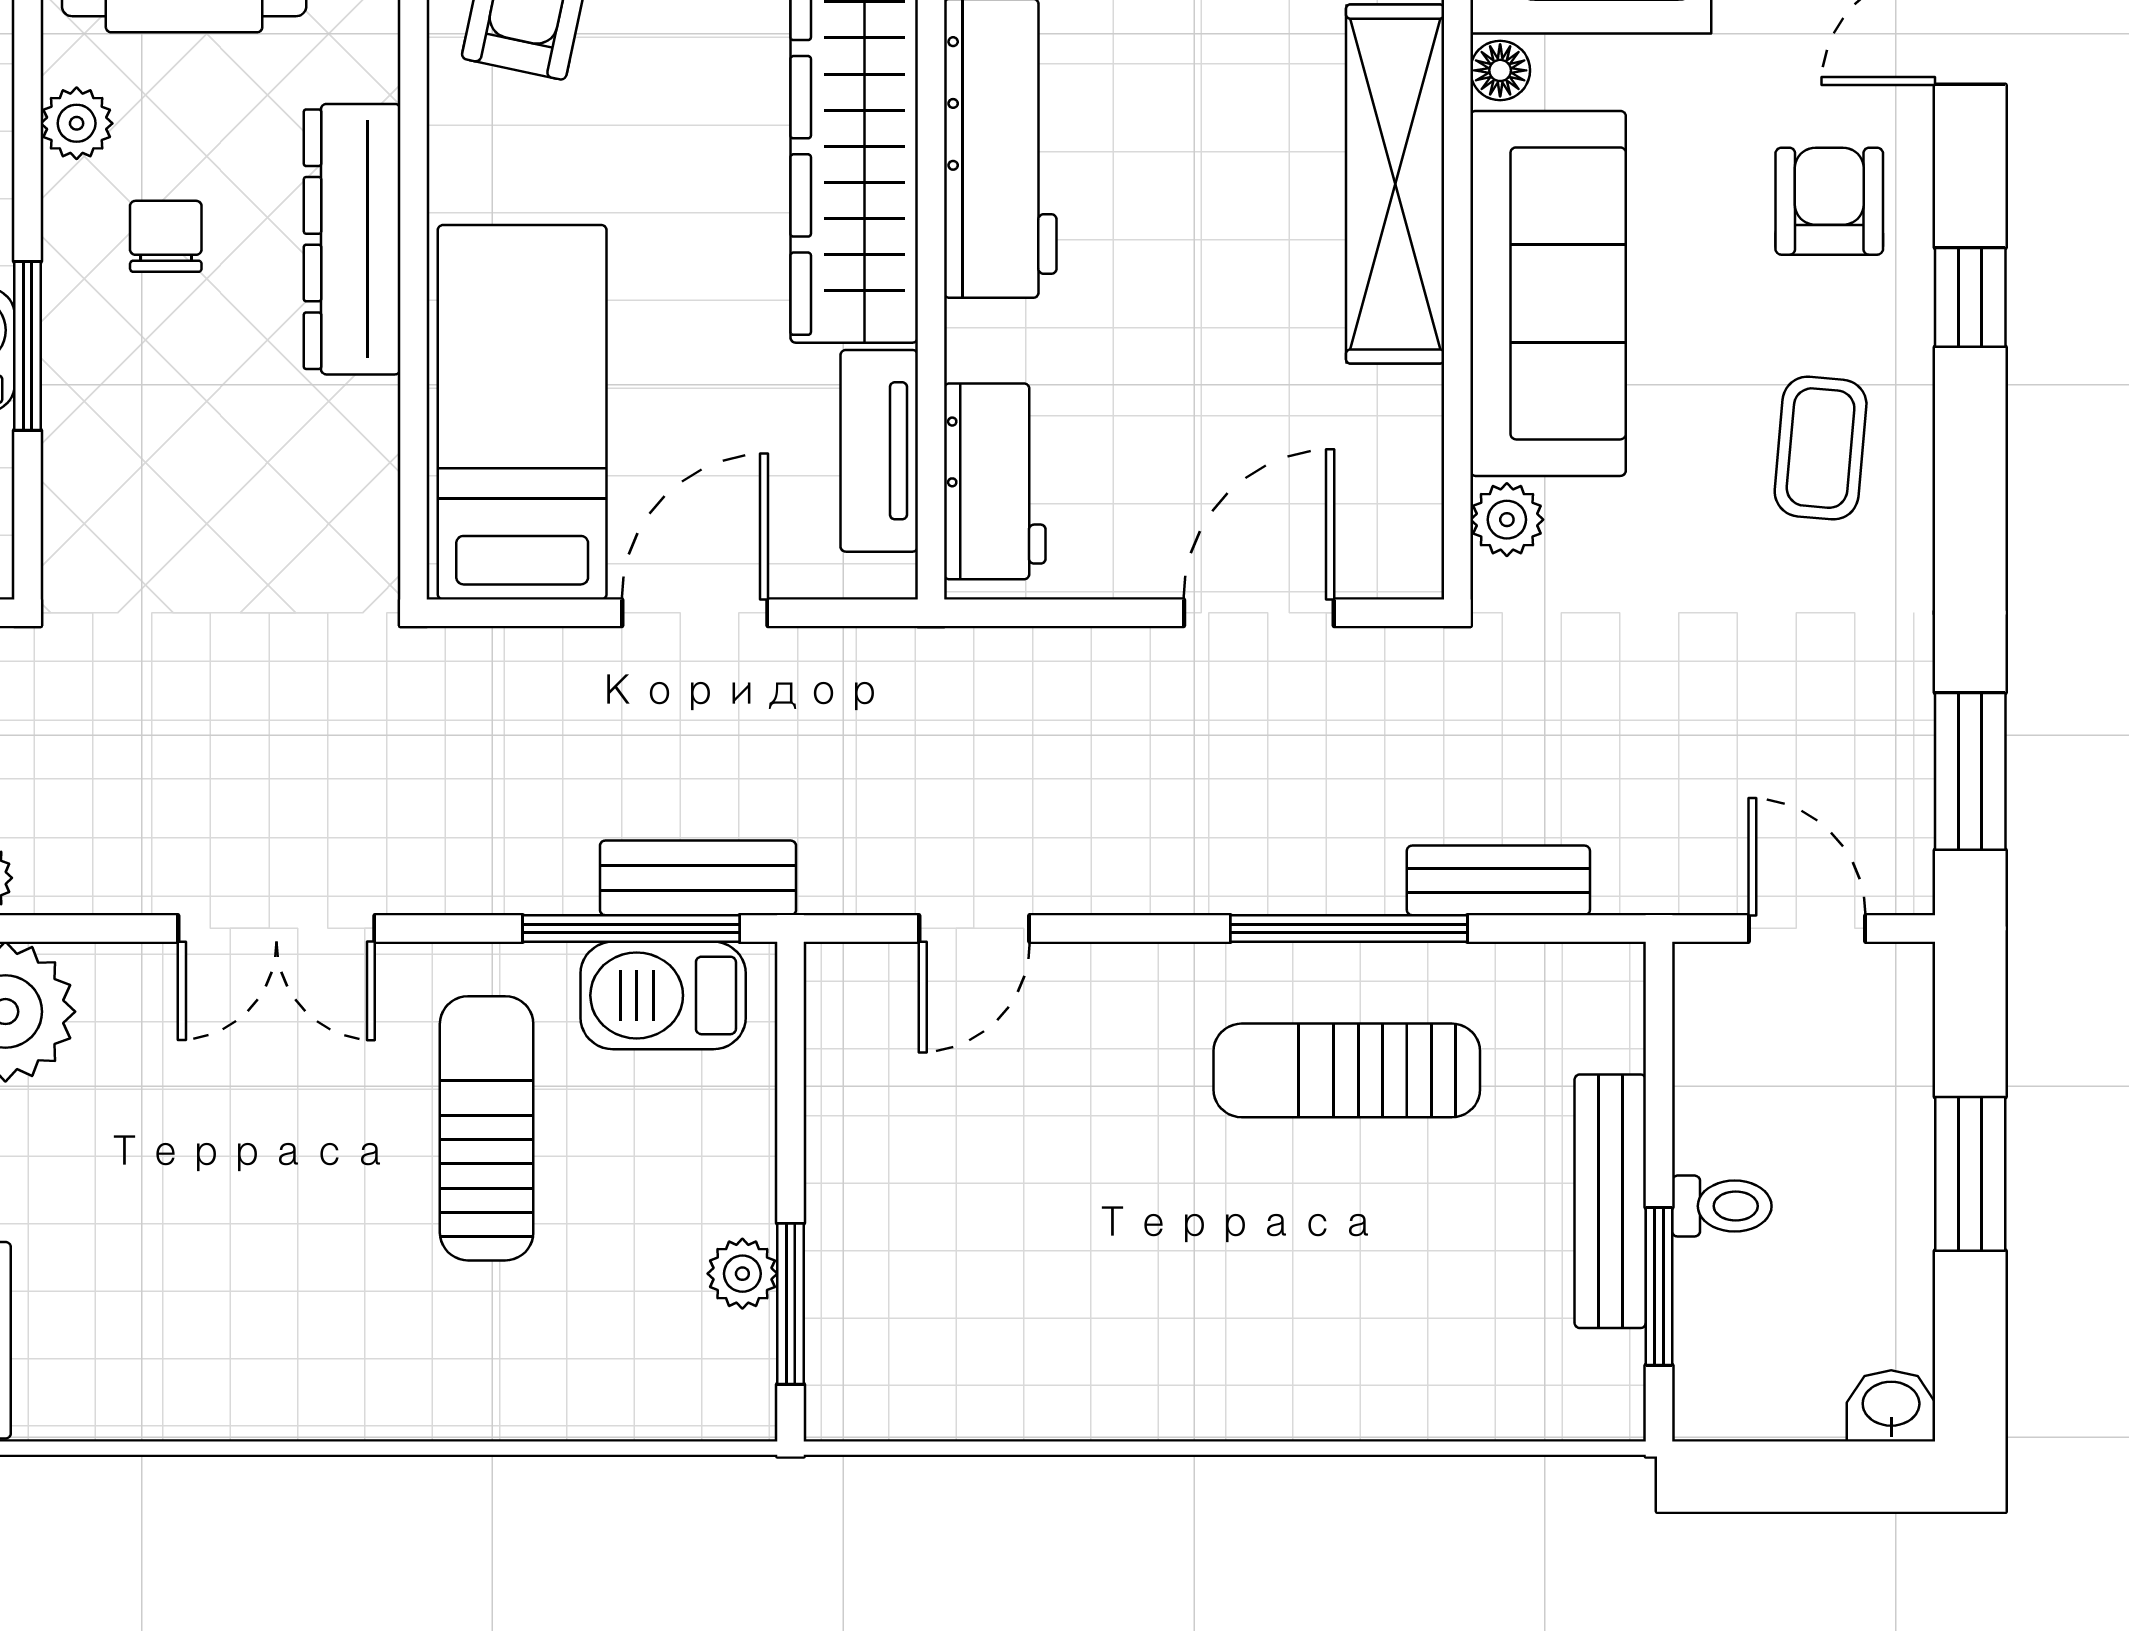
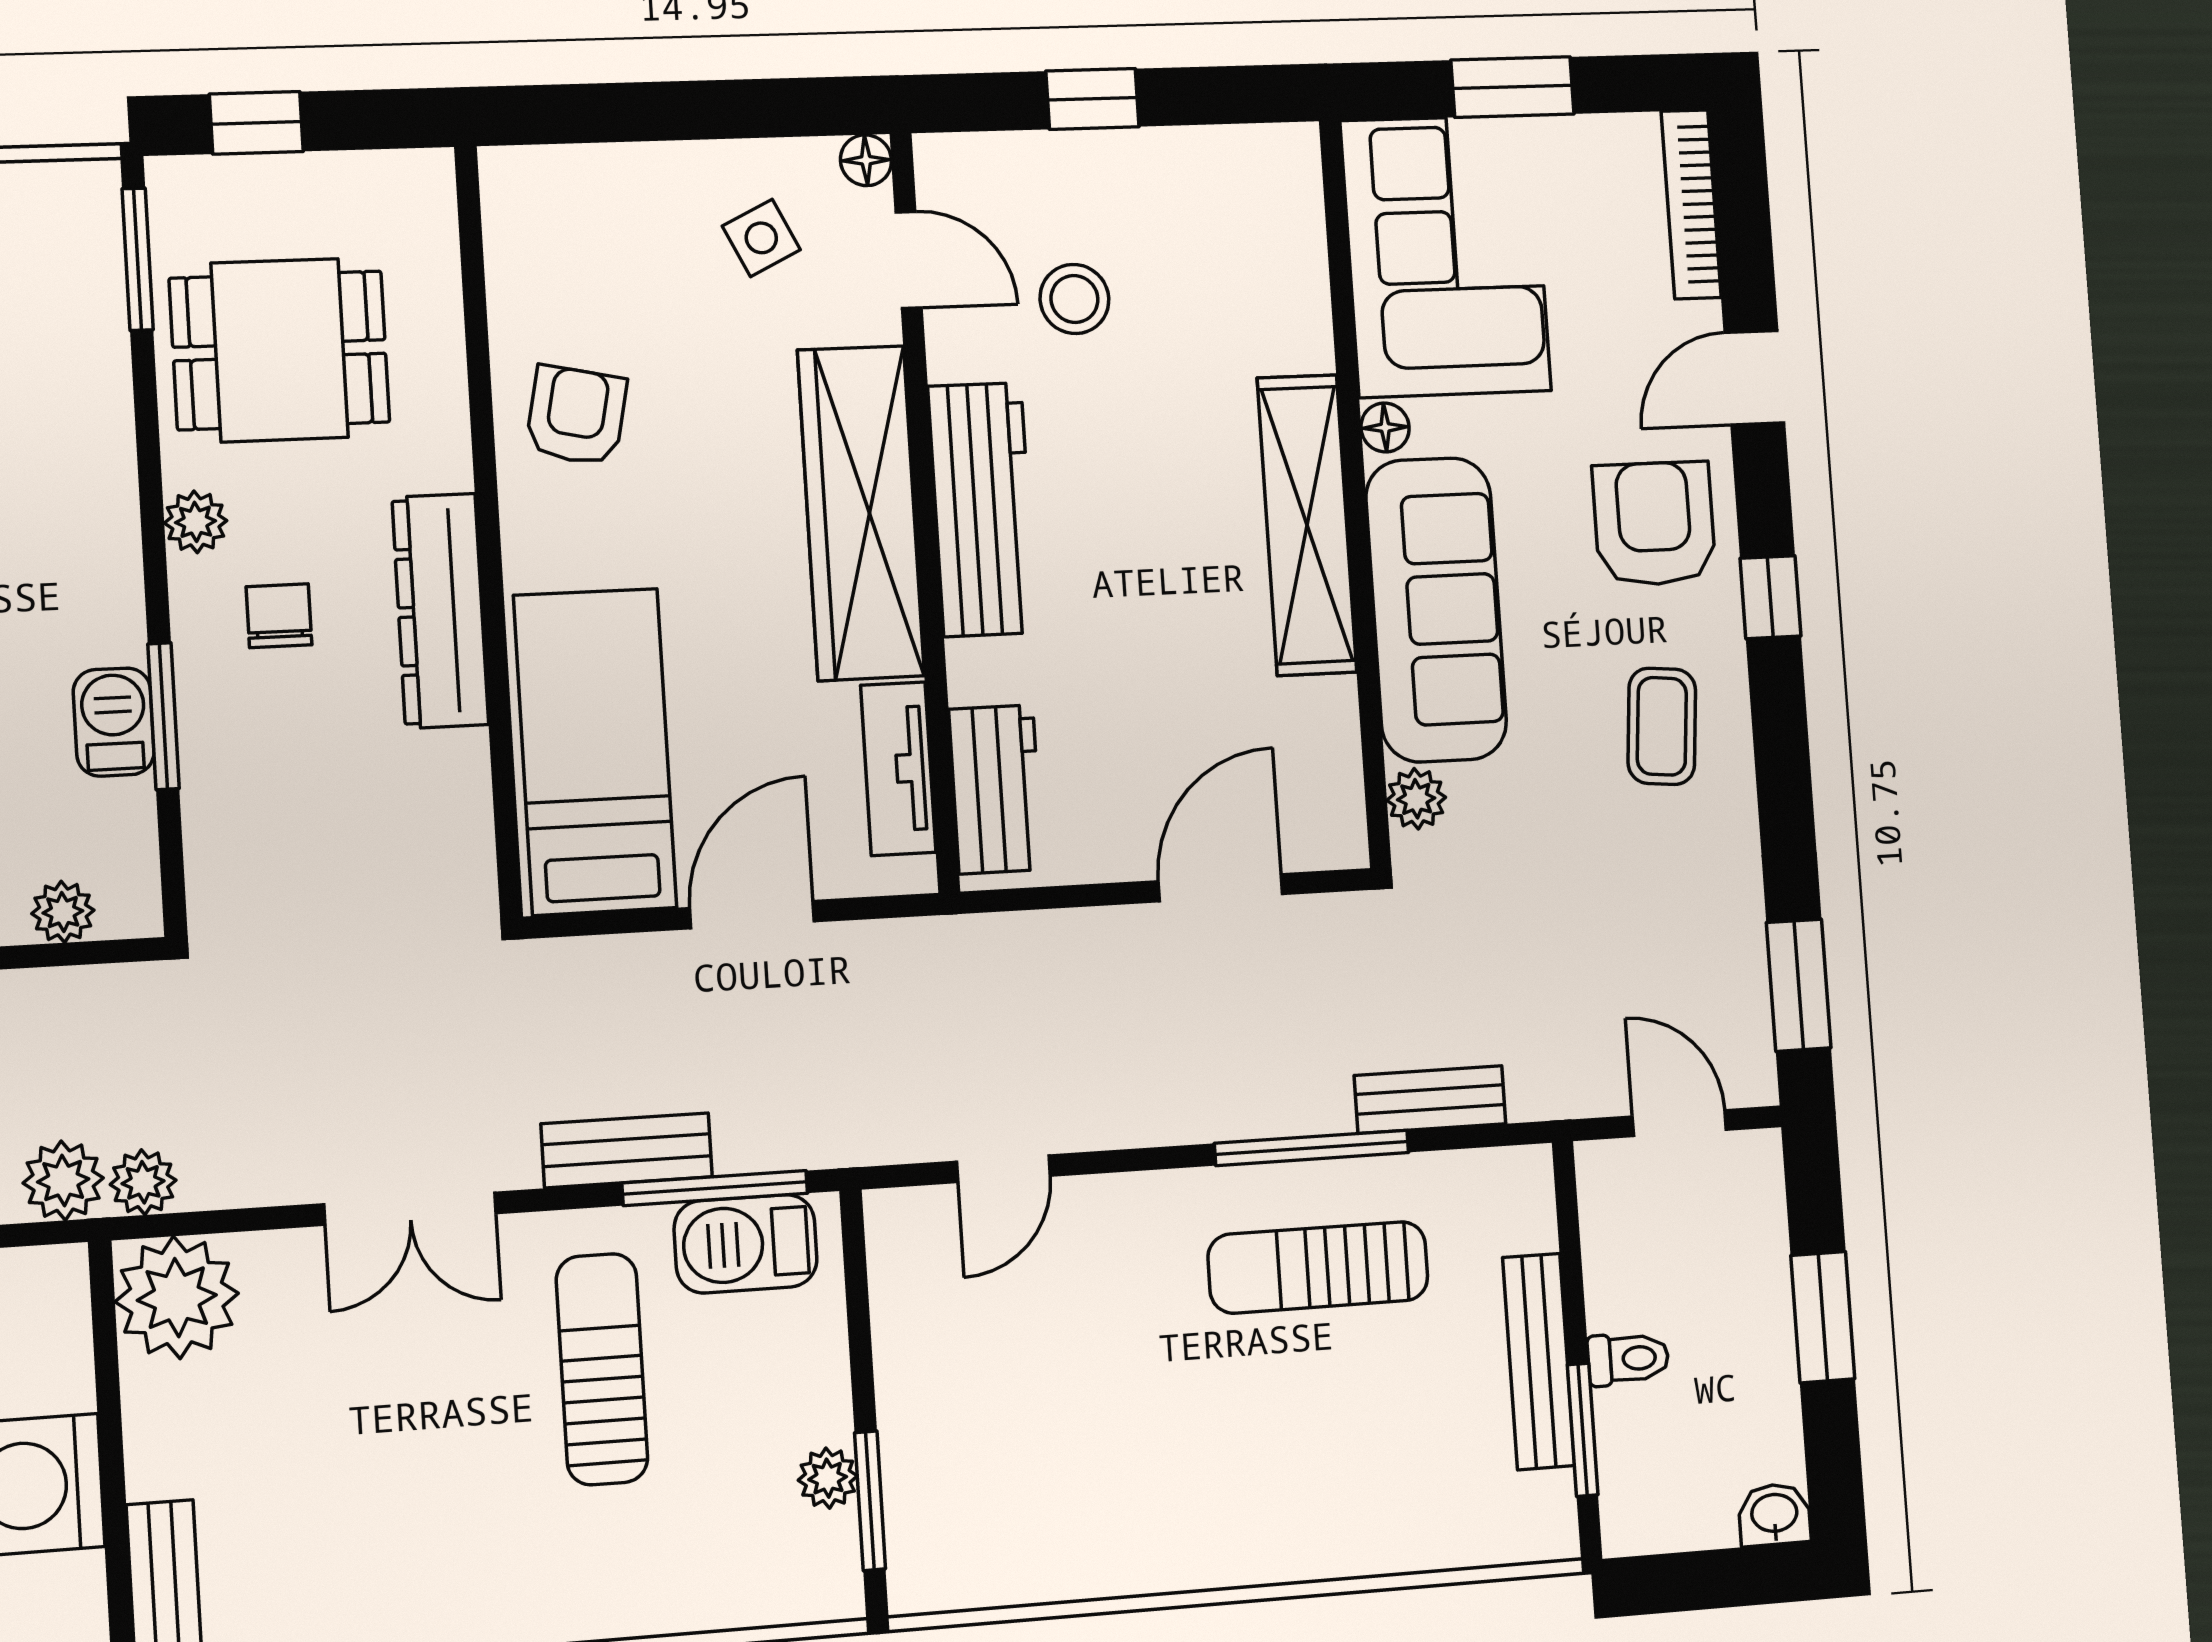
armchair: (1829, 201) -> (1654, 524), width x1.38, depth x1.38
bench: (698, 878) -> (627, 1150), moved

